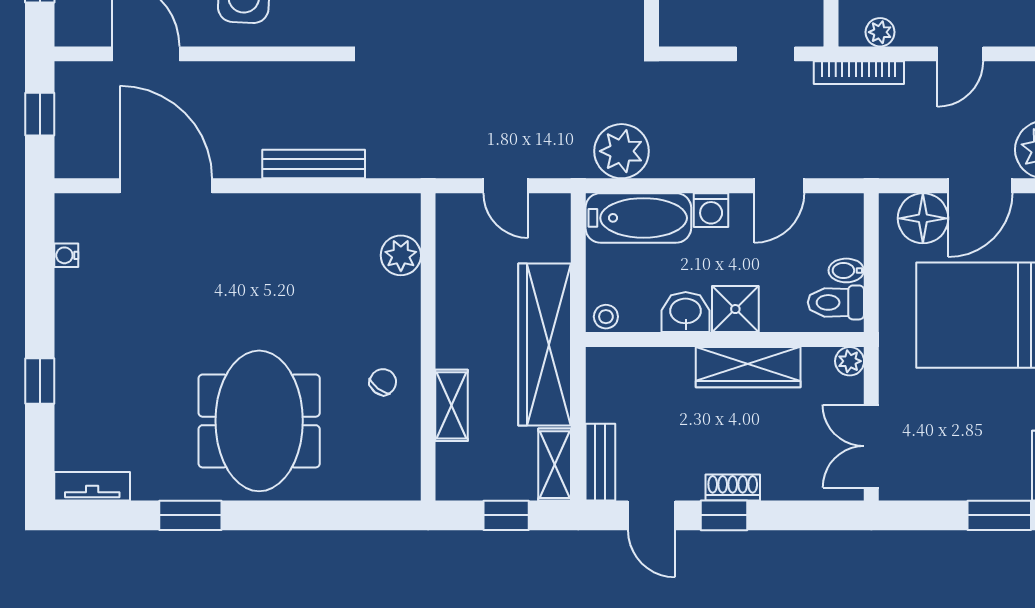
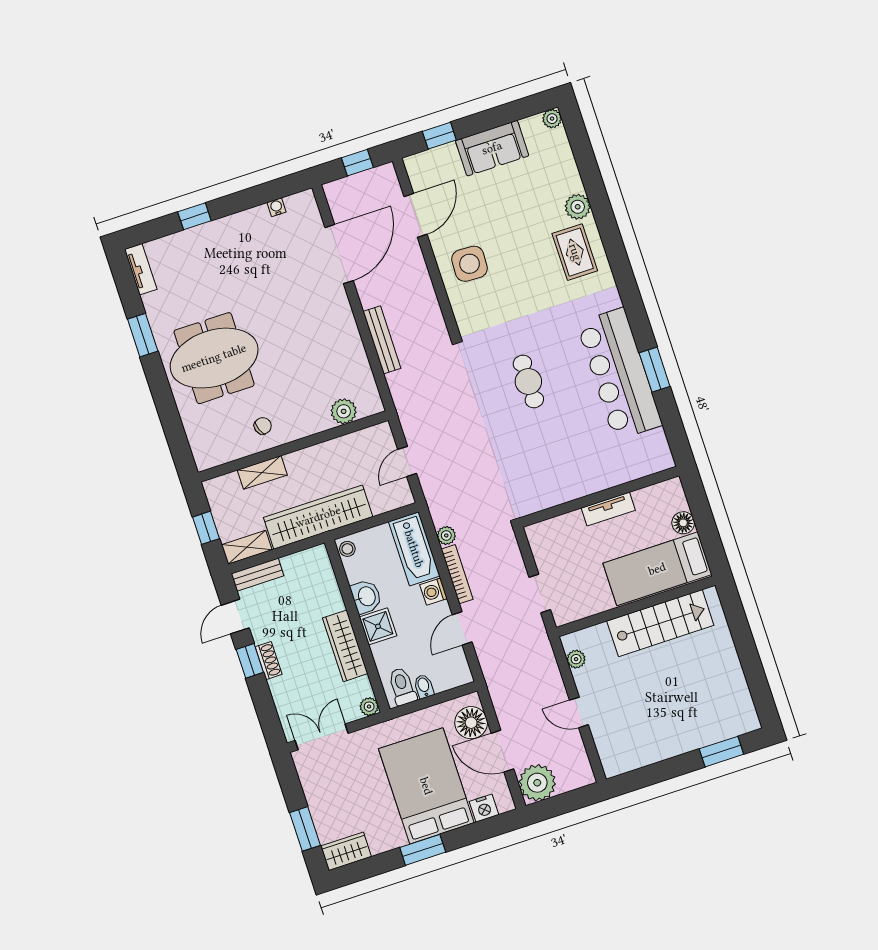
bookcase: (859, 73) -> (457, 574), moved, turned 180
plant: (622, 151) -> (446, 535), width x0.53, depth x0.53
door: (779, 186) -> (462, 628), hinge flipped
chair: (383, 382) -> (263, 426), turned -57

